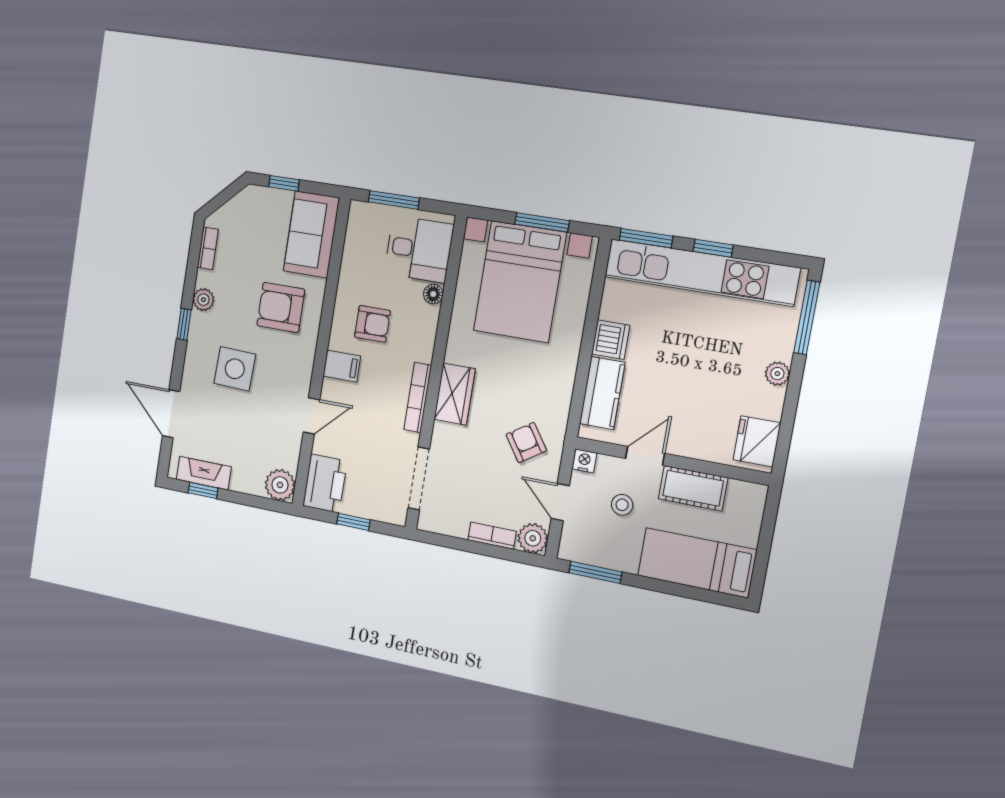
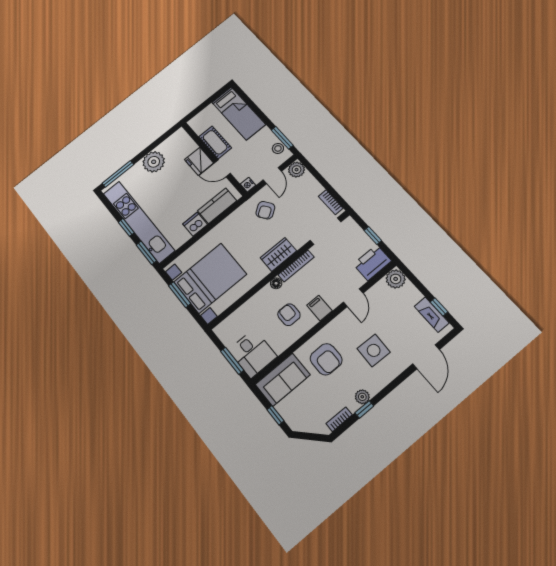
desk: (419, 249) -> (253, 353), moved, turned 180
floor lamp: (433, 294) -> (276, 283), moved
window: (184, 324) -> (364, 409), moved
plant: (777, 374) -> (154, 162), width x1.88, depth x1.88
door: (311, 416) -> (353, 298), swing flipped
fridge: (757, 441) -> (199, 161), moved, turned 90
stool: (622, 505) -> (278, 148), moved
bookcase: (492, 536) -> (331, 202), moved

